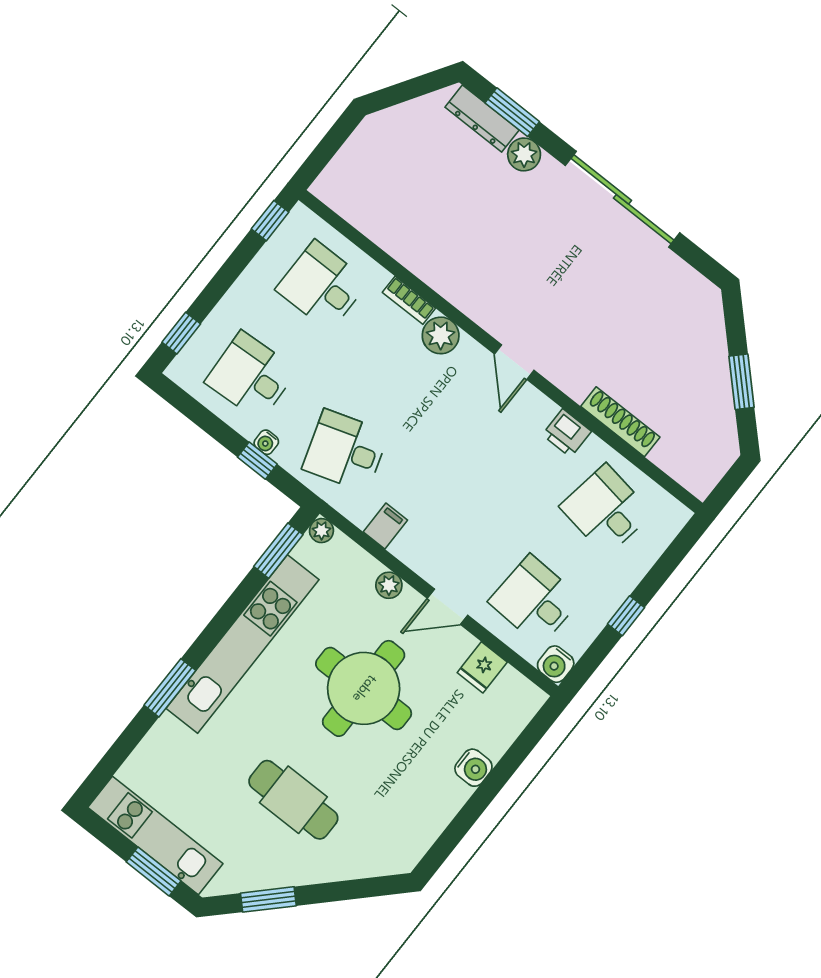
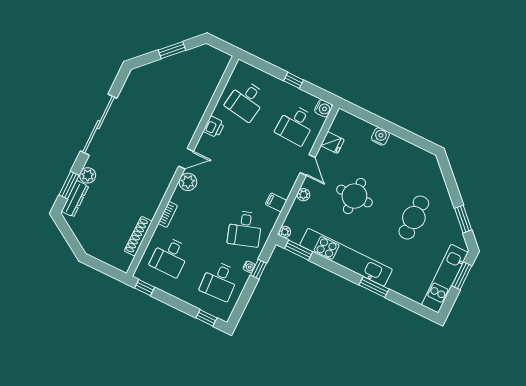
plant: (441, 335) -> (188, 182), moved
shoe rack: (620, 422) -> (138, 236), moved
round table: (364, 688) -> (354, 196), width x0.73, depth x0.73

